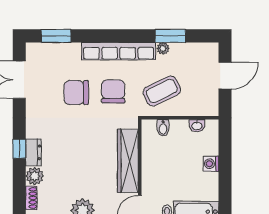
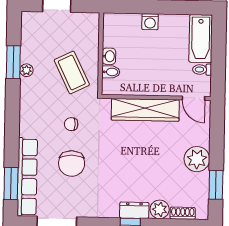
row of seats: (119, 51) -> (27, 177), moved
chair: (113, 91) -> (71, 124), width x0.54, depth x0.54
washbasin: (197, 126) -> (109, 56), moved

